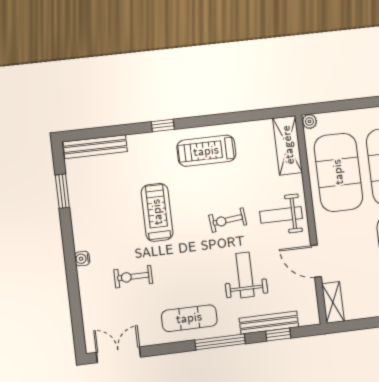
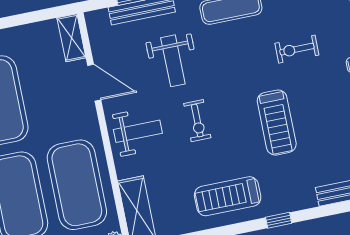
treadmill: (206, 151) -> (228, 196), turned 180
exercise bike: (228, 220) -> (197, 121), turned 96
exercise bike: (133, 277) -> (297, 49), turned 180

